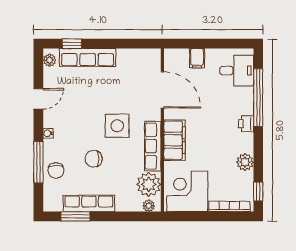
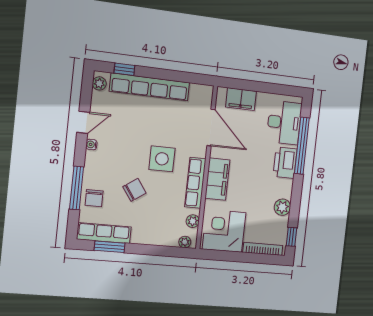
row of seats: (88, 57) -> (150, 87), width x1.36
filing cabinet: (197, 58) -> (241, 99), width x2.00
desk: (237, 71) -> (284, 123), width x1.37
printer: (246, 124) -> (285, 163), width x1.87, depth x1.48
water cooler: (48, 133) -> (91, 145), moved
chair: (94, 159) -> (134, 190), turned 145
plant: (149, 184) -> (193, 221), width x0.53, depth x0.53
row of seats: (89, 203) -> (104, 233), moved

